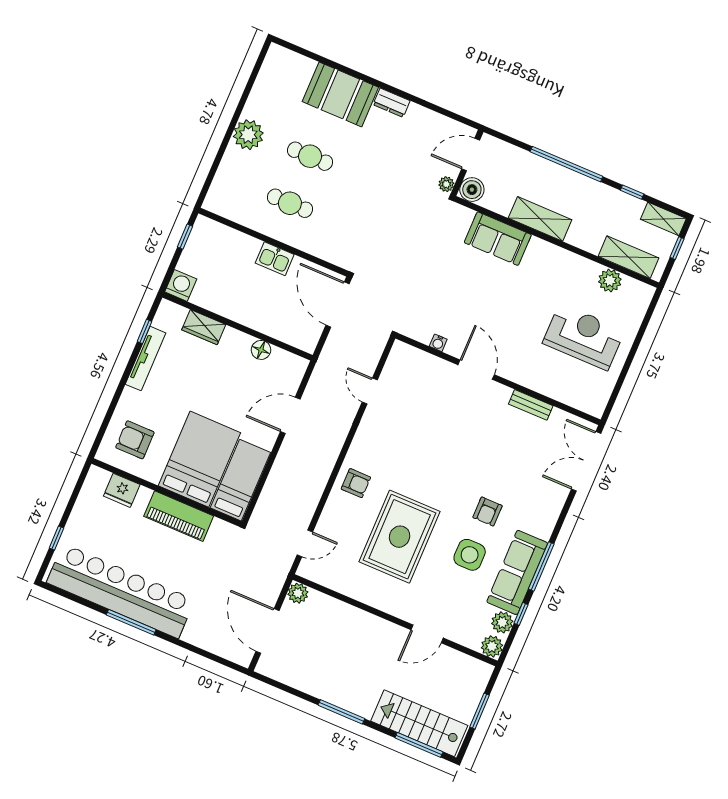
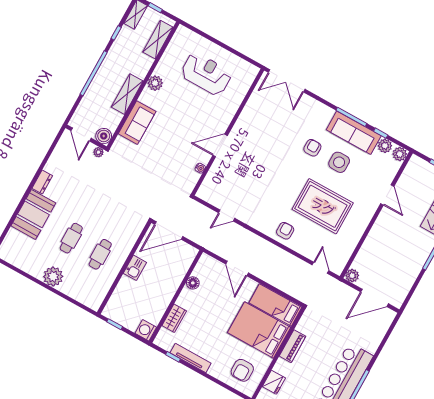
plant: (610, 281) -> (155, 83), moved
reception desk: (584, 337) -> (206, 74), turned 90
bench: (531, 405) -> (247, 113), removed
armchair: (487, 512) -> (312, 148), turned -90
piano: (179, 516) -> (292, 346), width x0.73, depth x0.75

